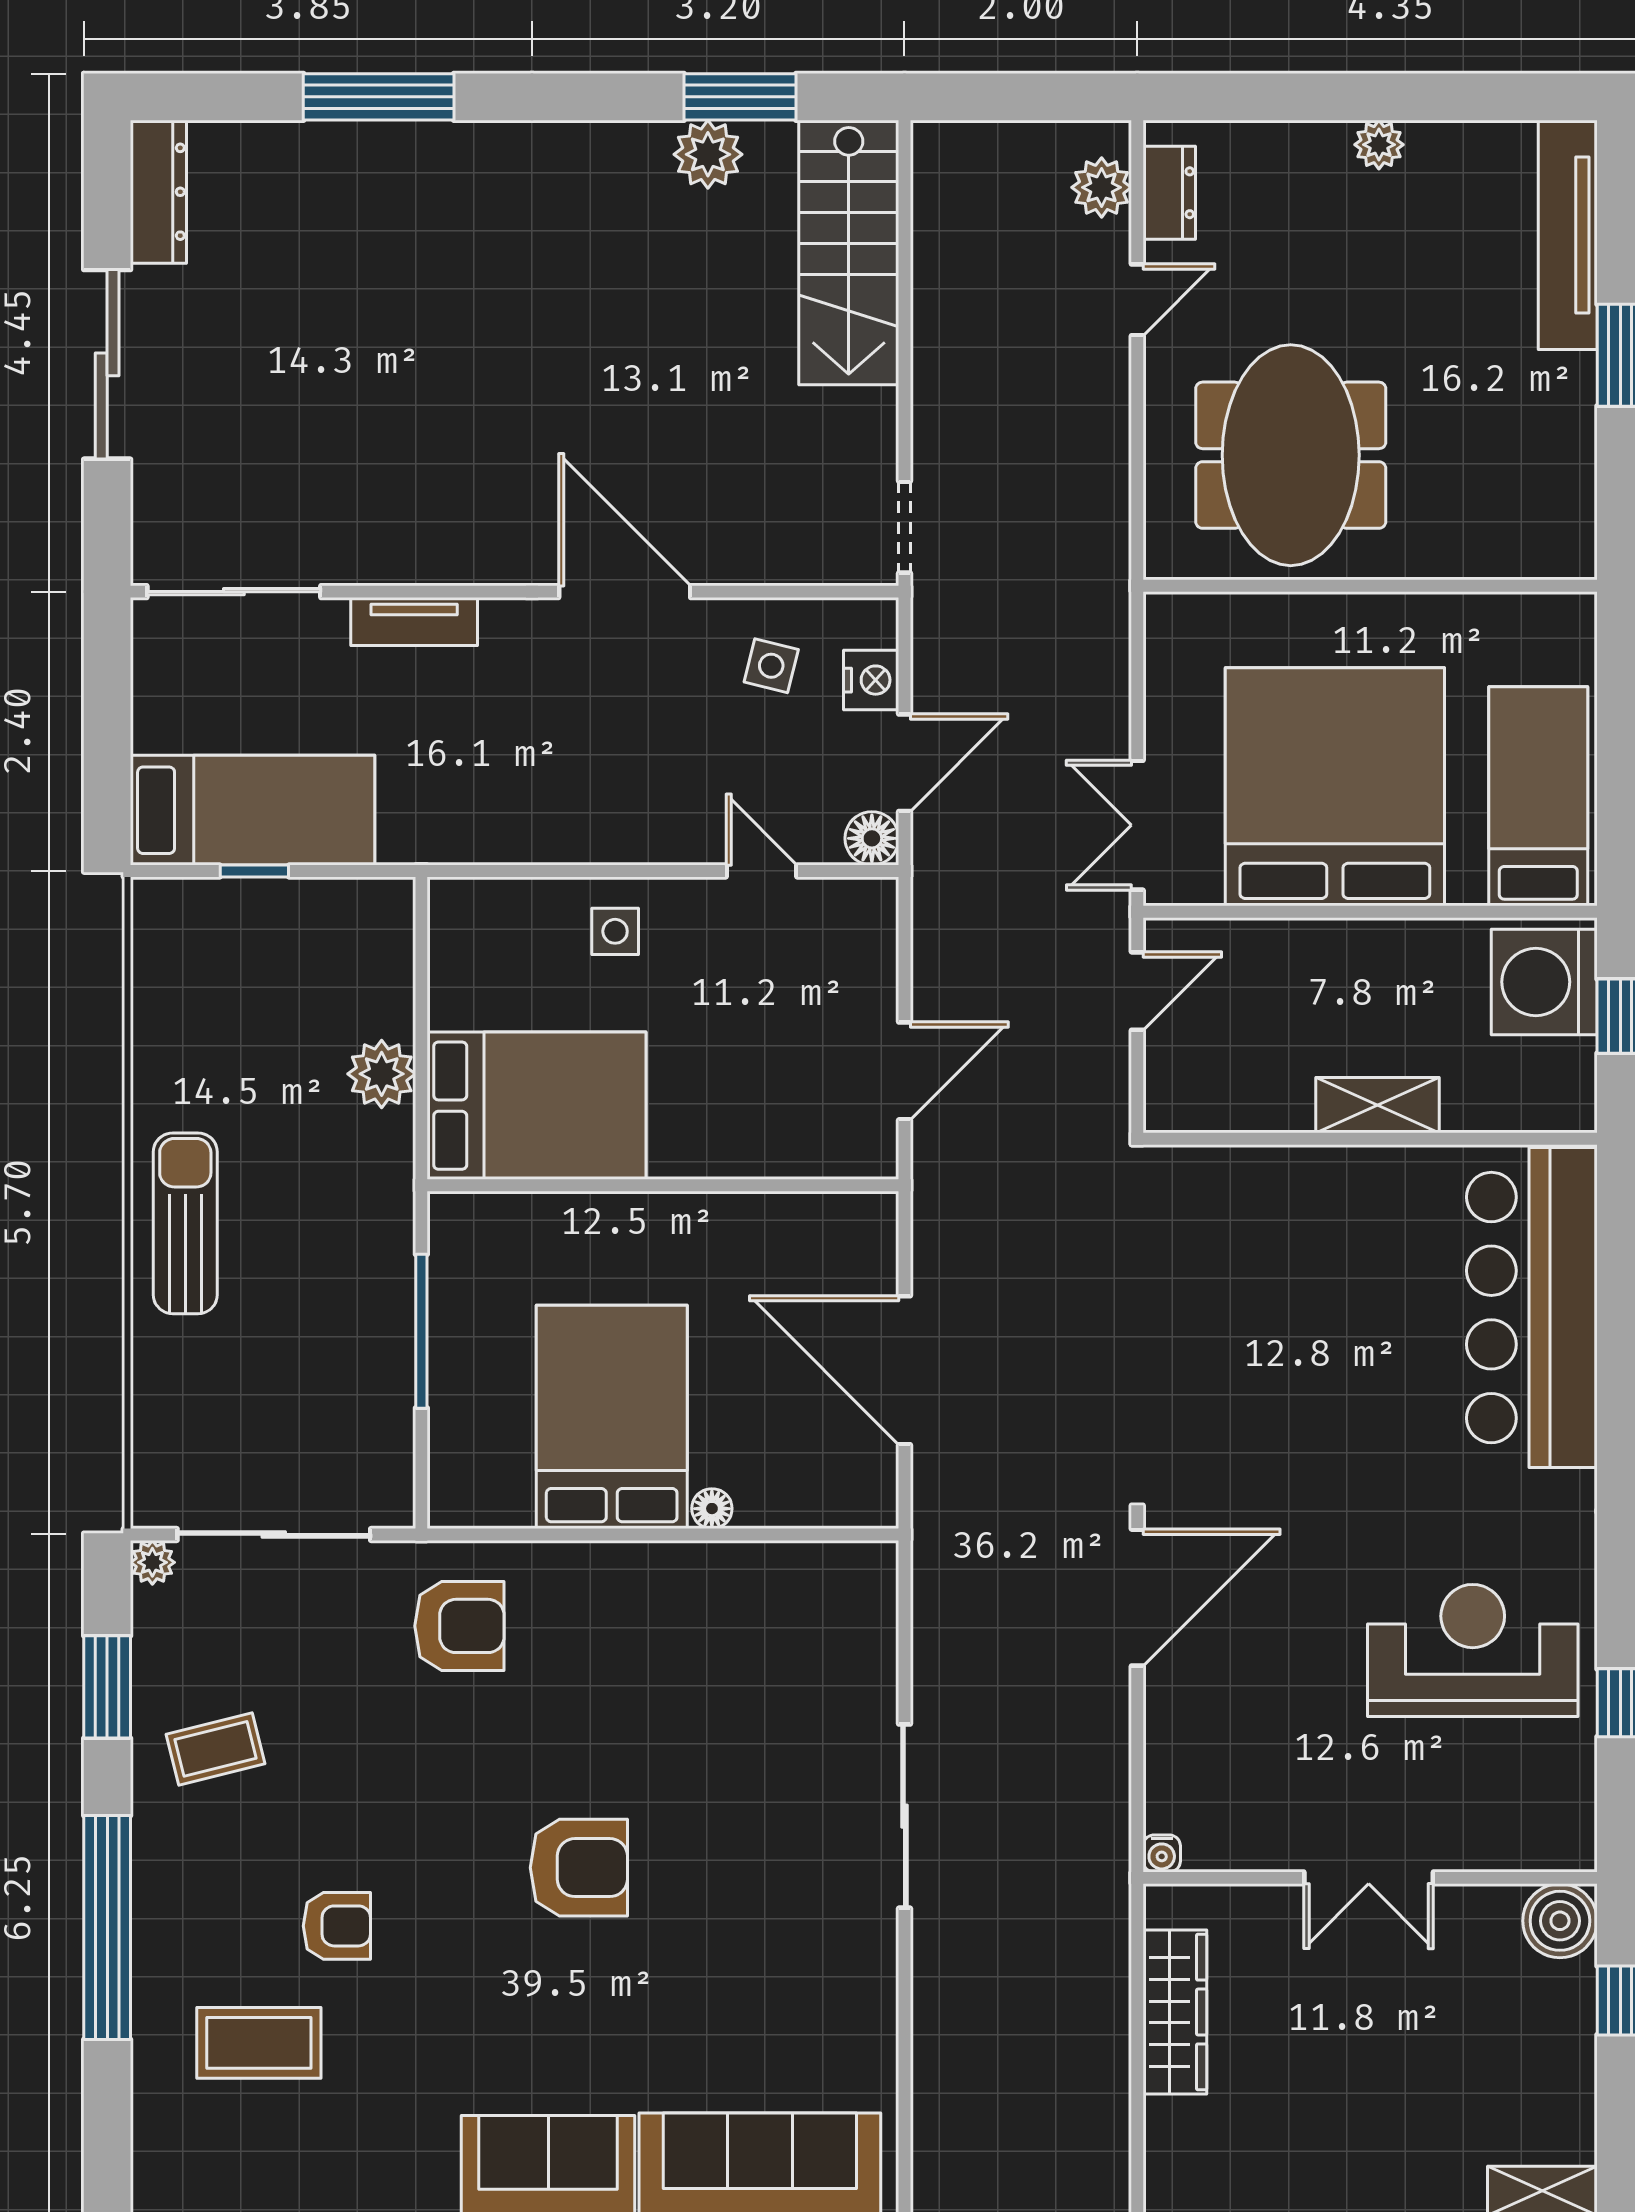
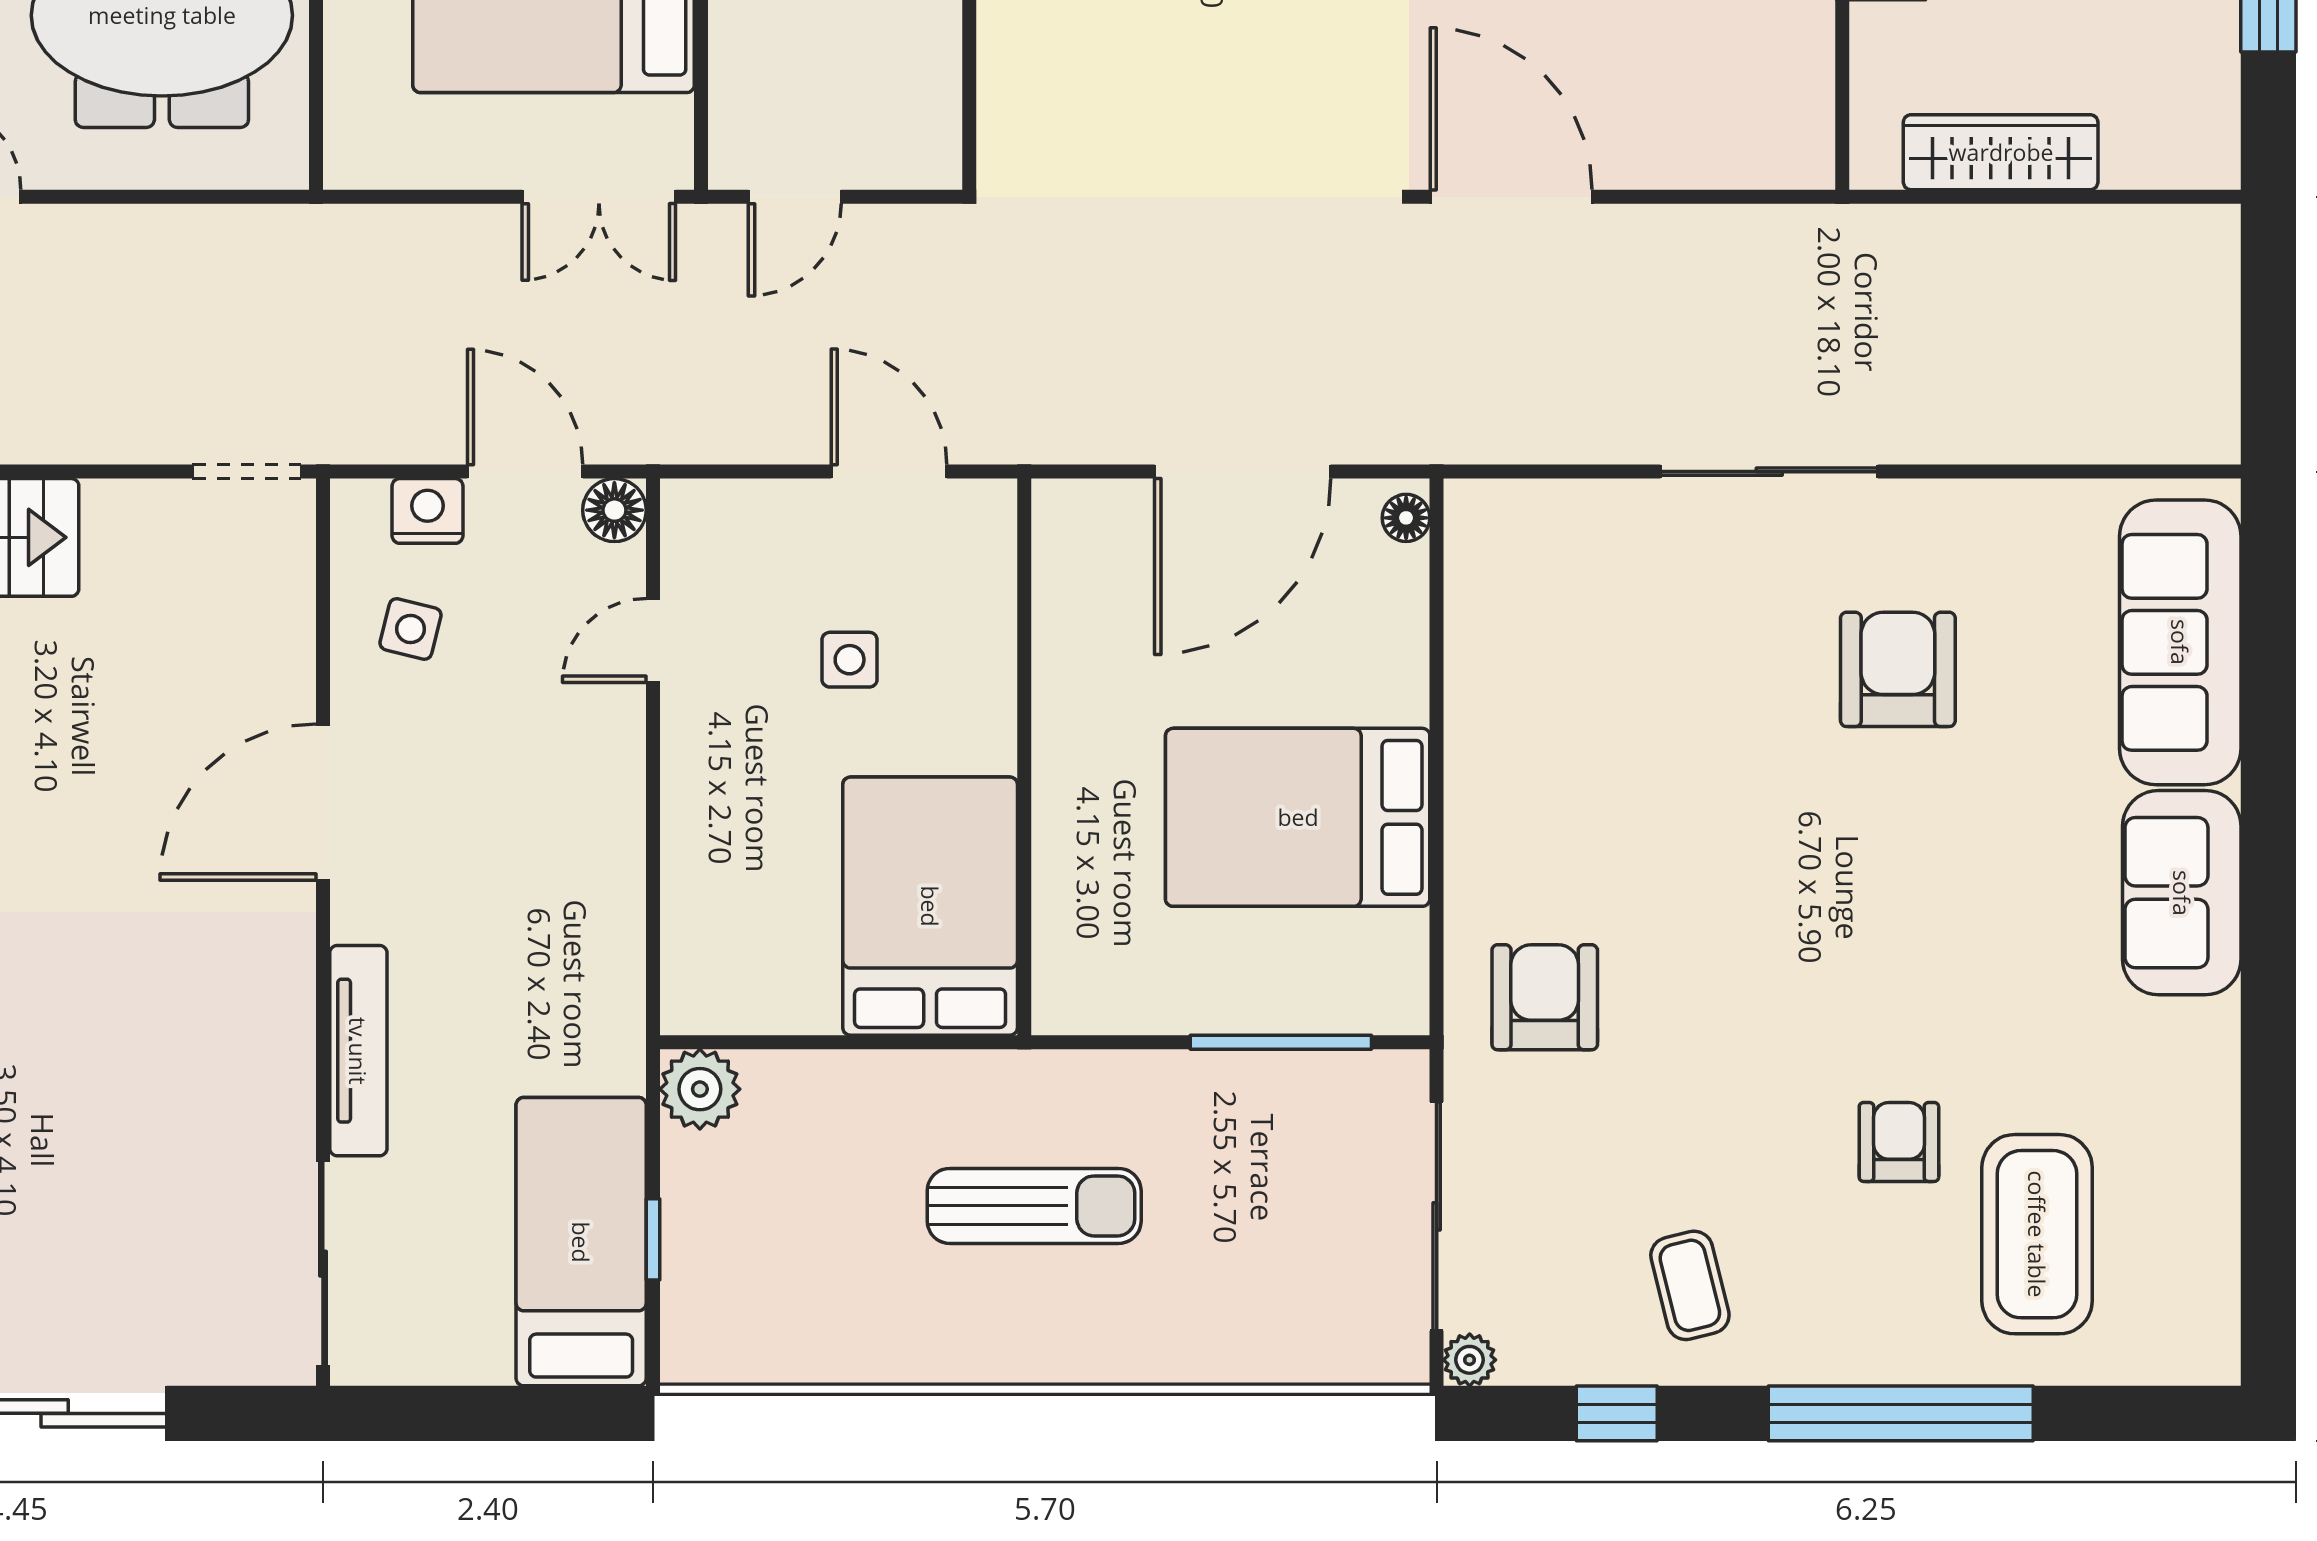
tv unit: (414, 622) -> (358, 1051), width x1.41
side table: (615, 931) -> (850, 660), moved
door: (1137, 991) -> (795, 197), swing flipped
plant: (382, 1074) -> (700, 1089), moved
sun lounger: (185, 1223) -> (1034, 1206), moved, turned 180
window: (421, 1331) -> (1281, 1042), moved
floor lamp: (712, 1509) -> (1406, 518), moved
window: (107, 1687) -> (1617, 1413), width x0.67
water cooler: (1162, 1853) -> (1813, 168), removed
armchair: (579, 1868) -> (1898, 669), moved
coffee table: (259, 2043) -> (2037, 1234), width x1.36, depth x1.32

